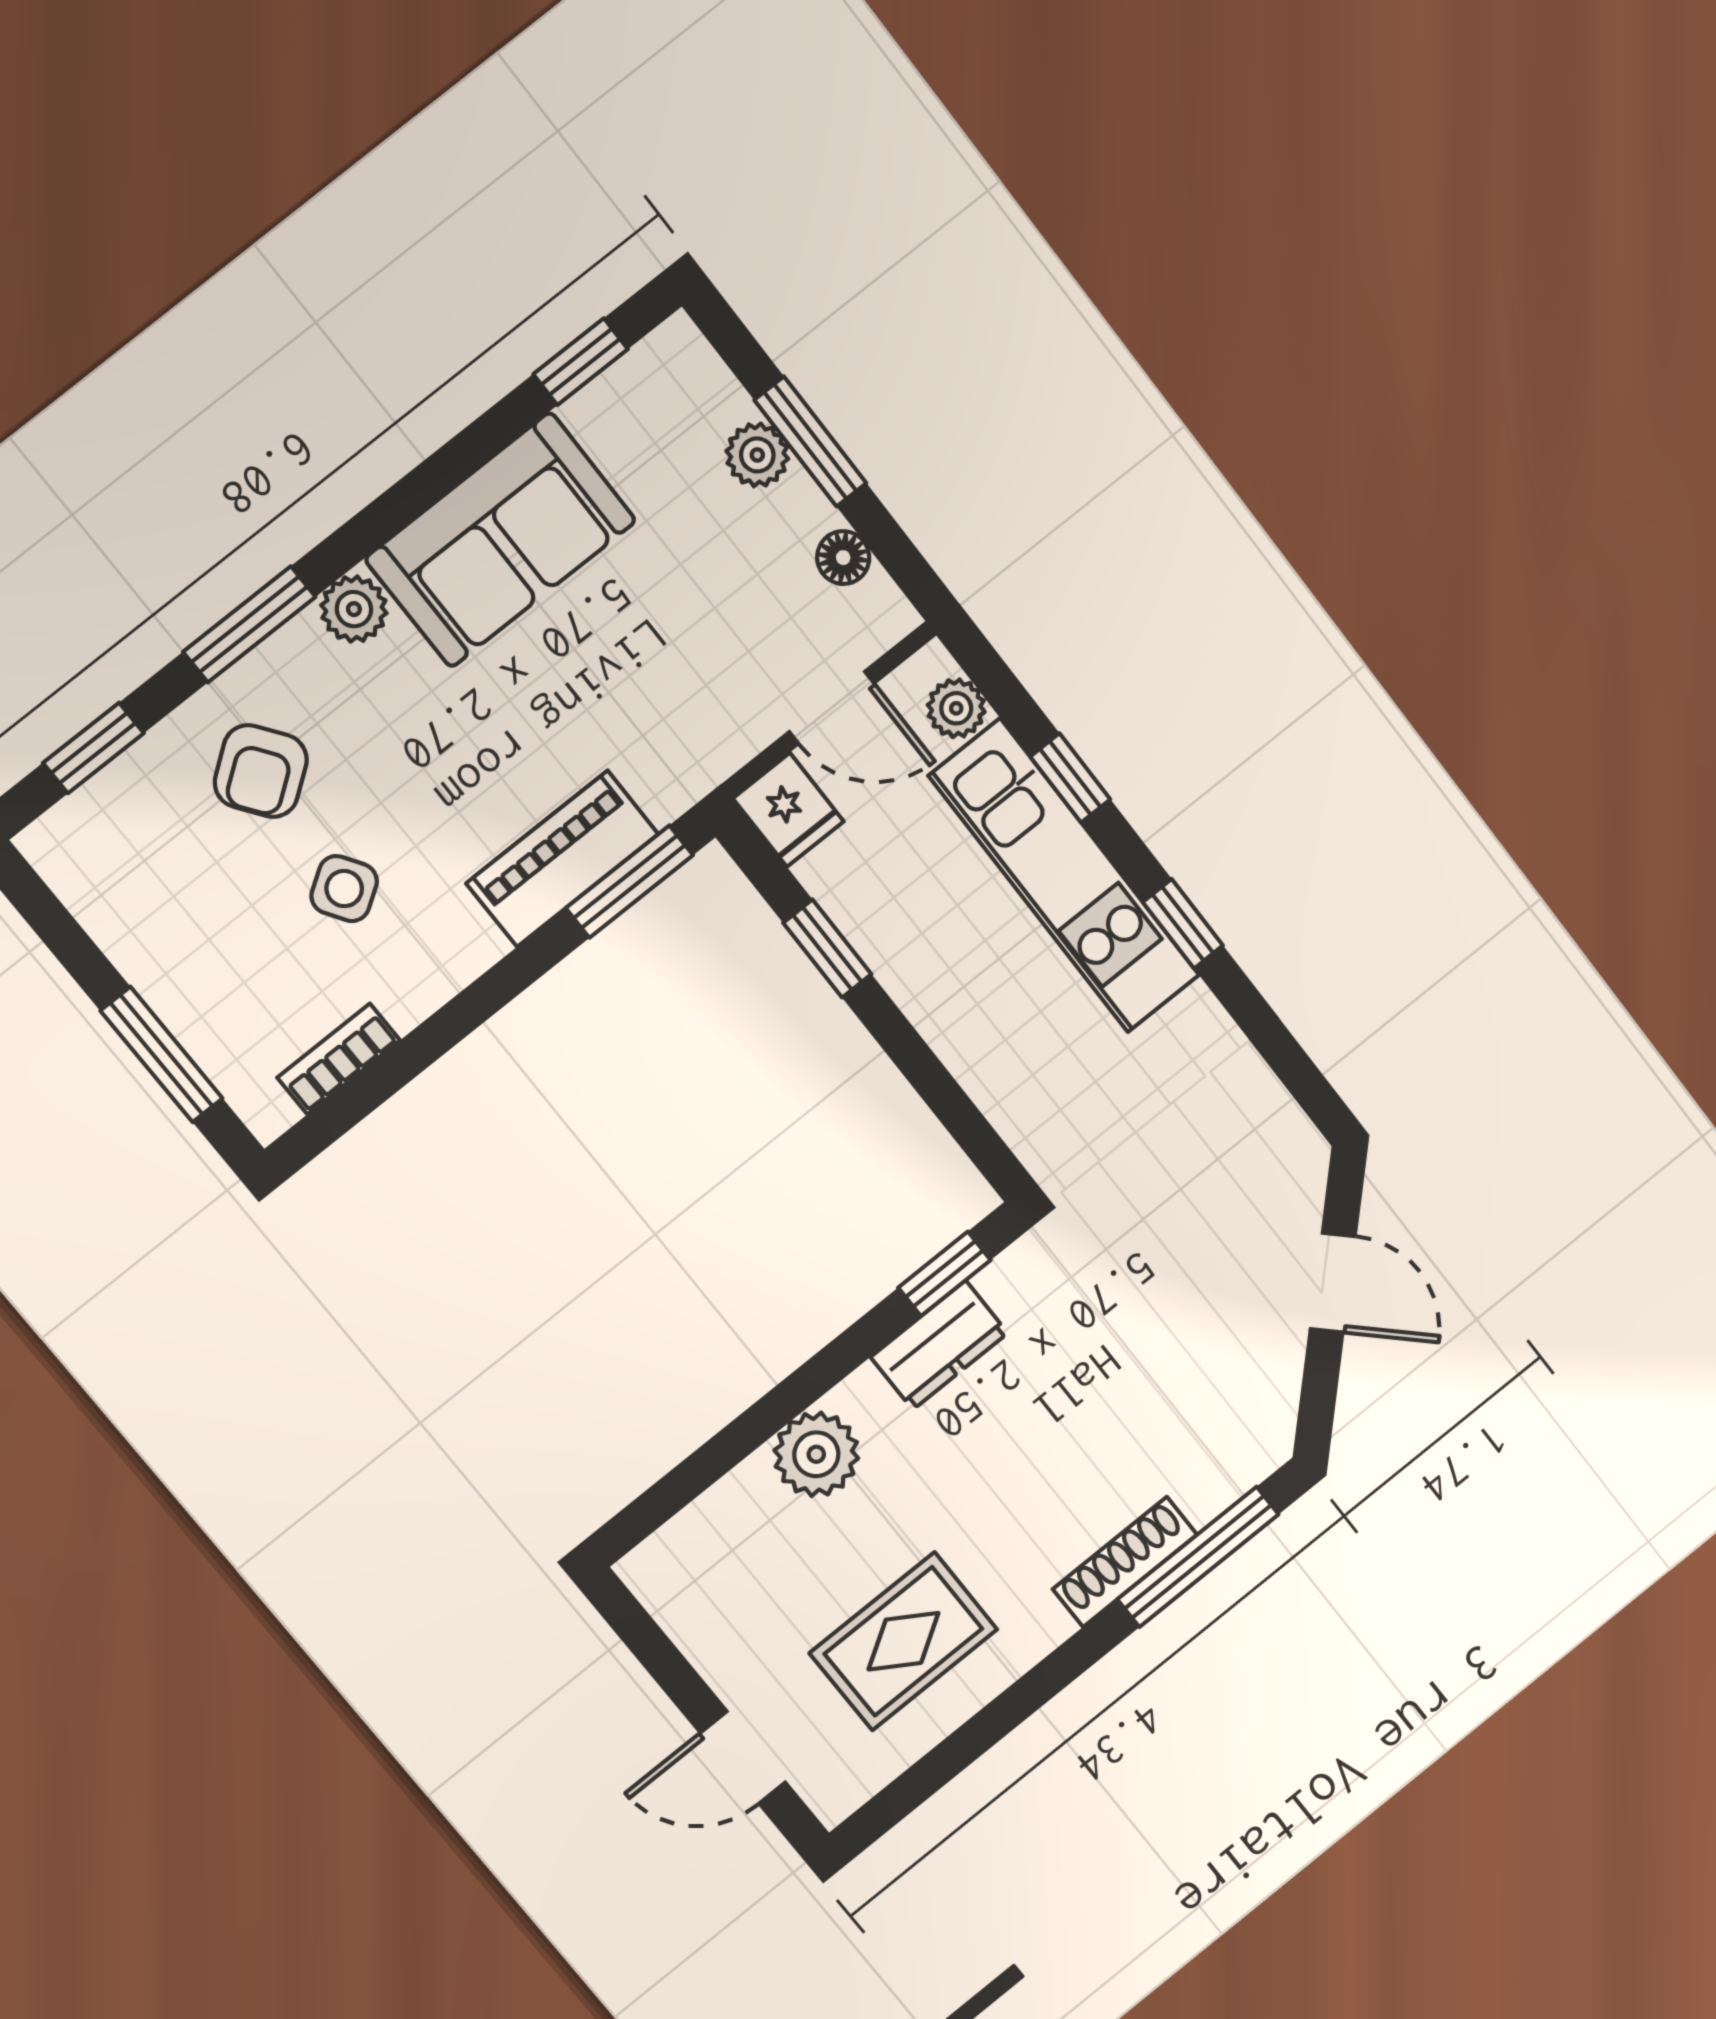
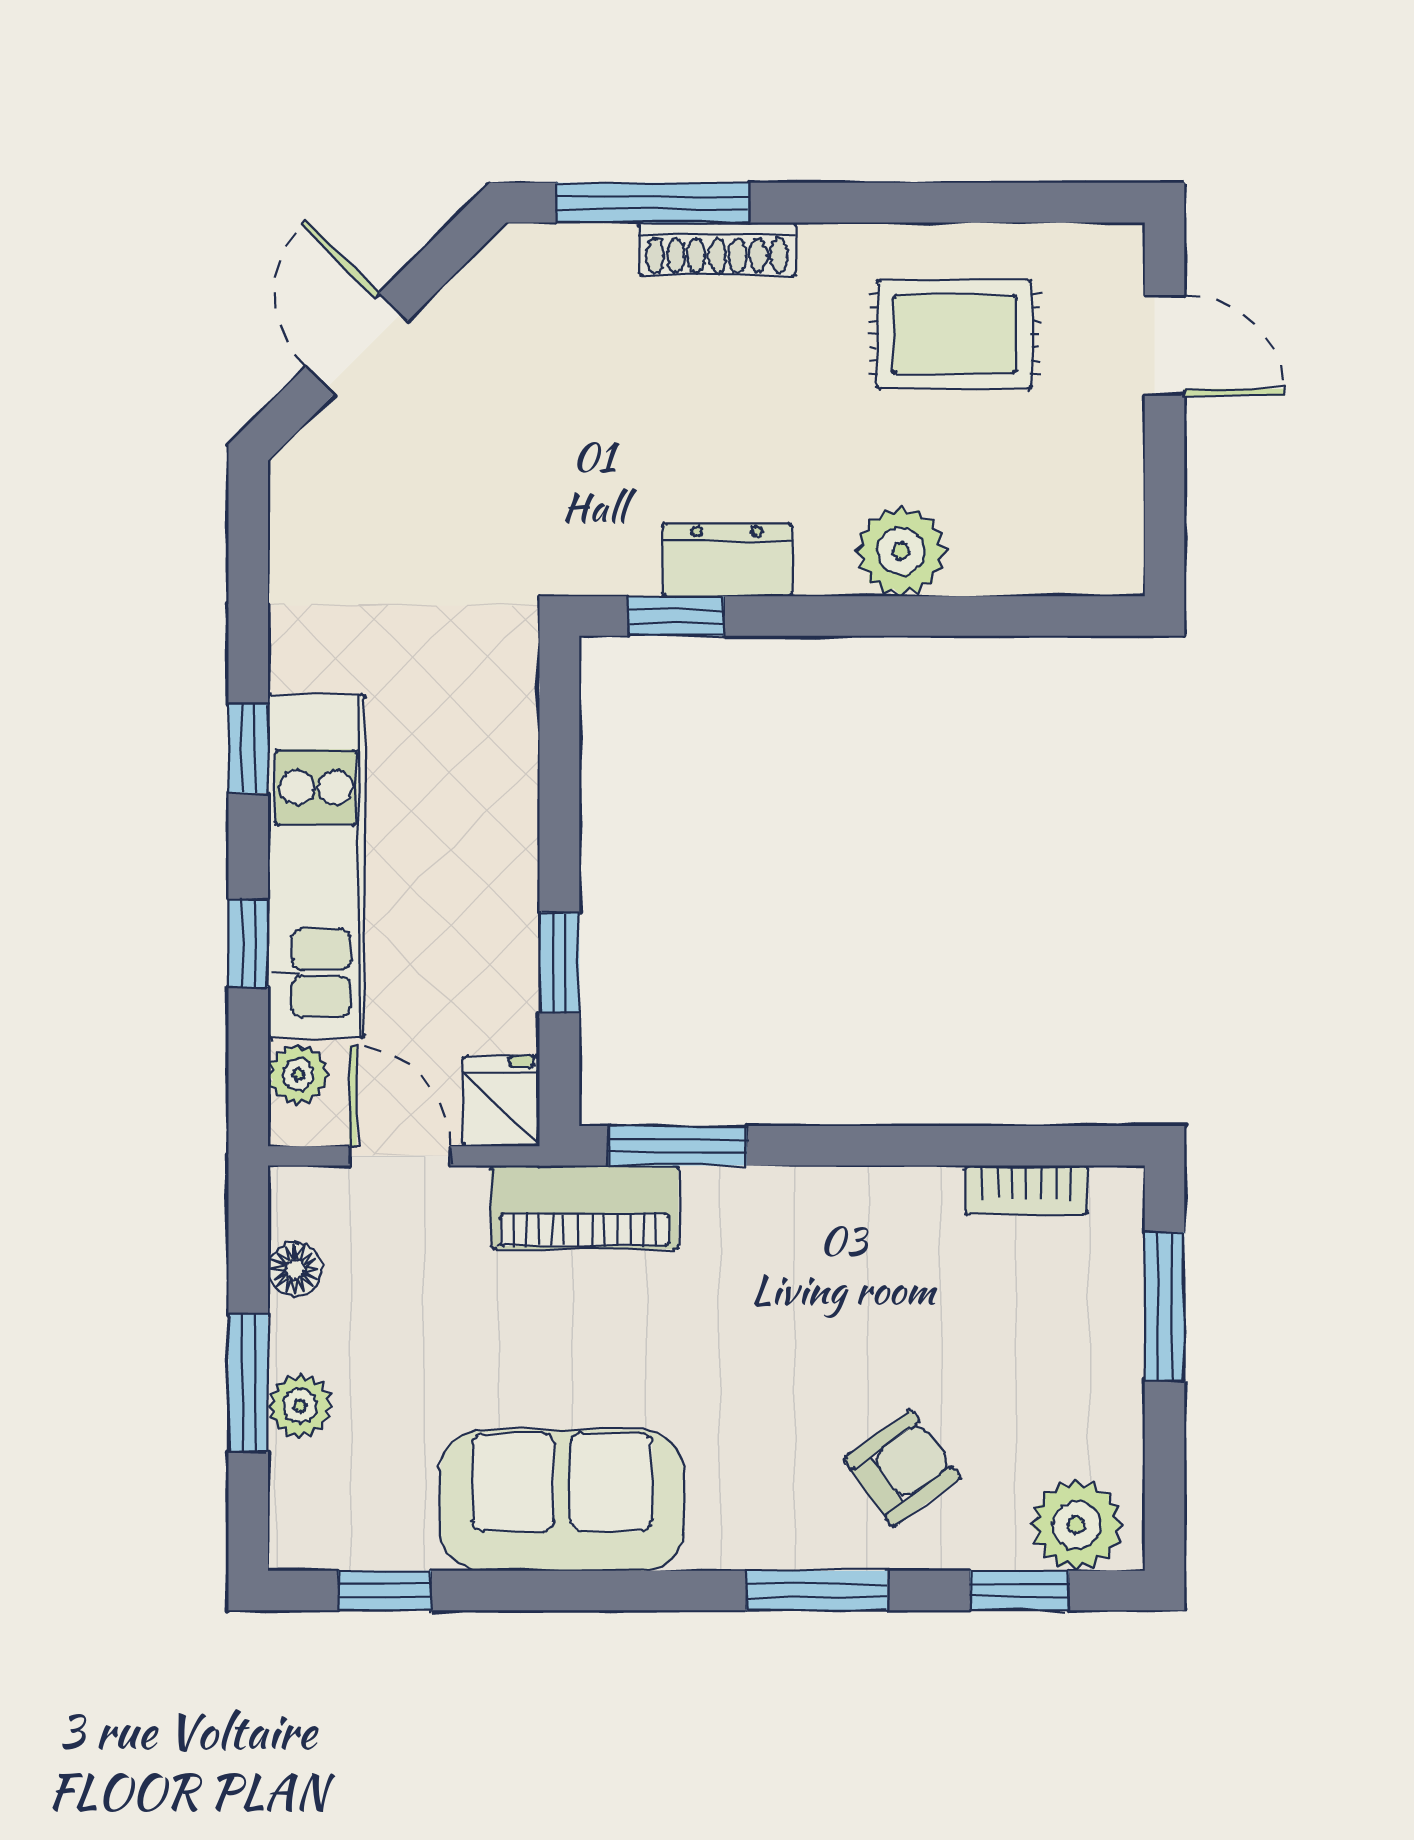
plant: (354, 609) -> (1076, 1525), moved, width x1.38, depth x1.38
piano: (562, 859) -> (585, 1207), moved
side table: (344, 889) -> (912, 1322), removed

